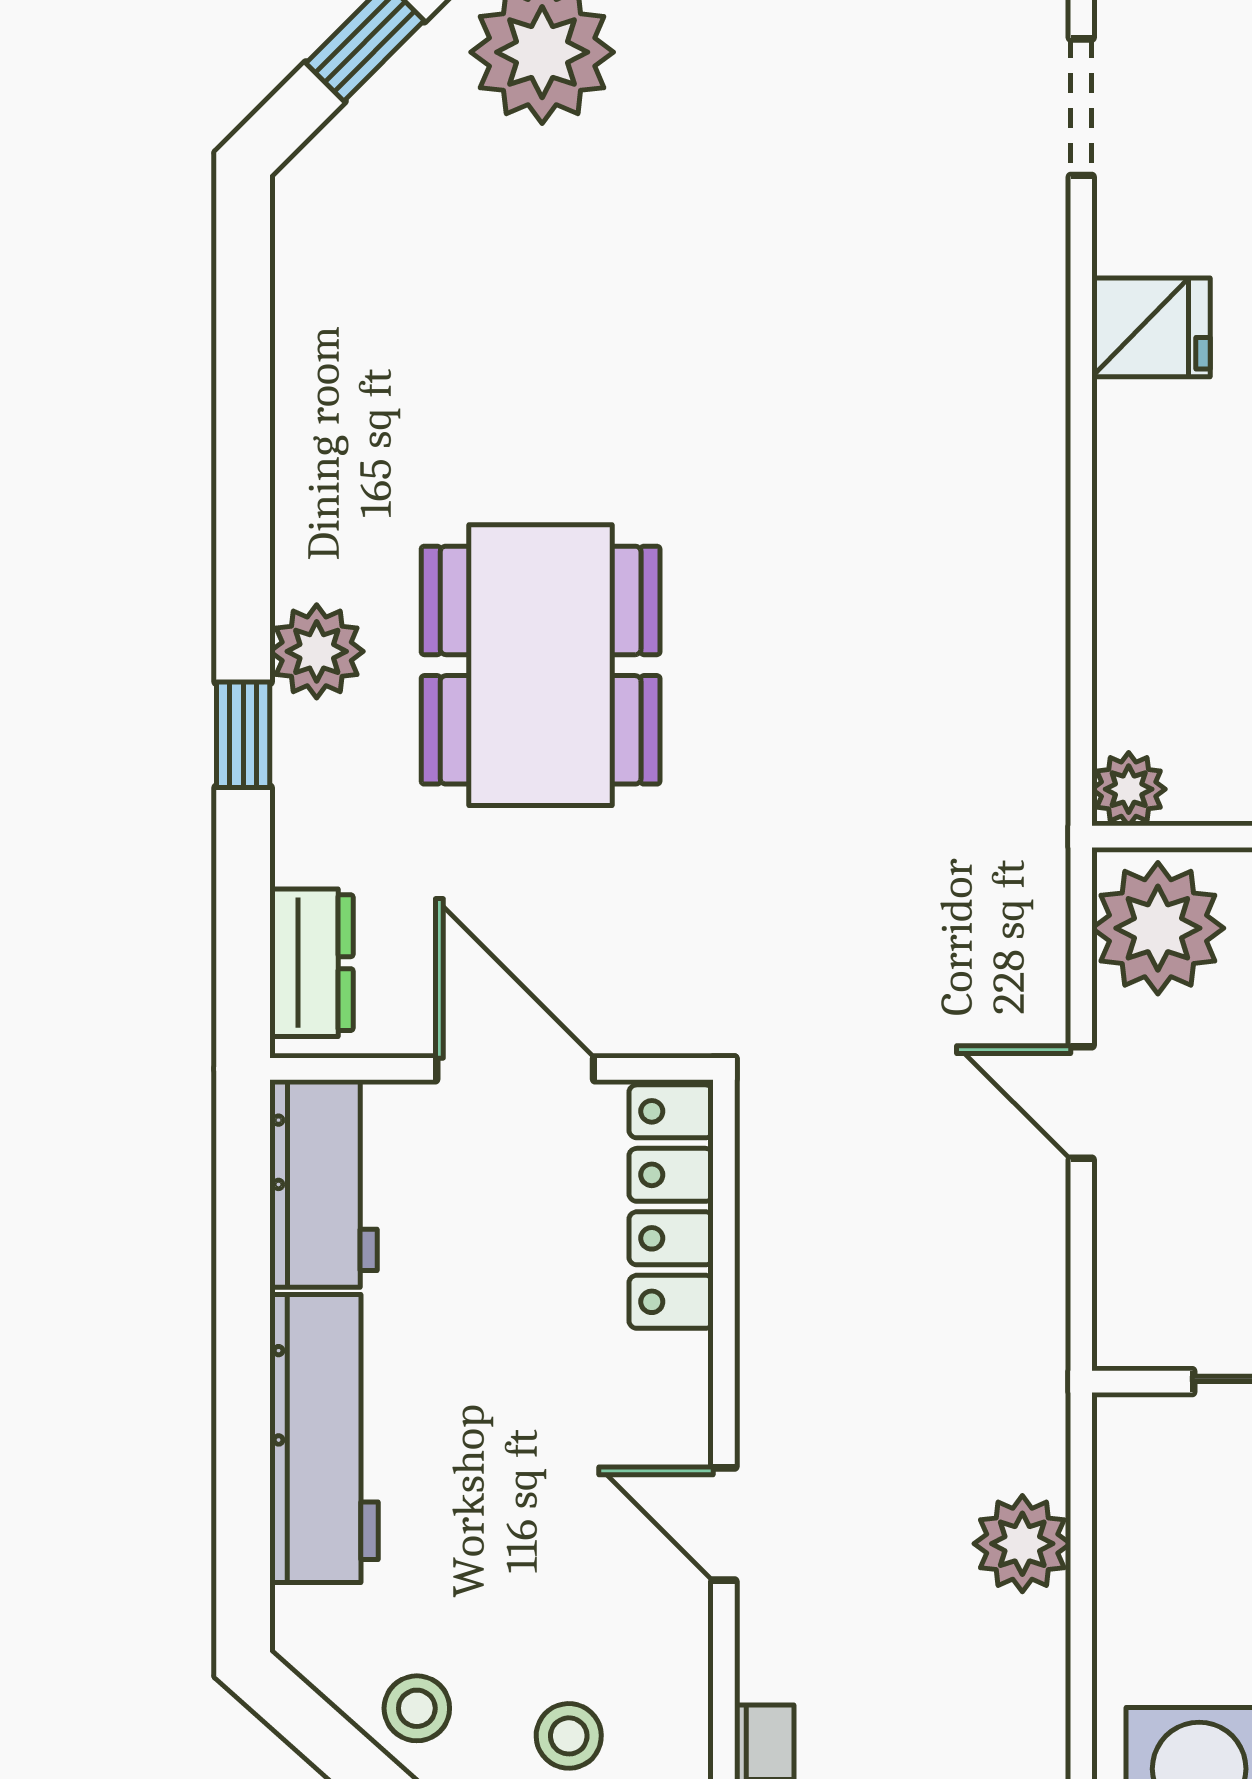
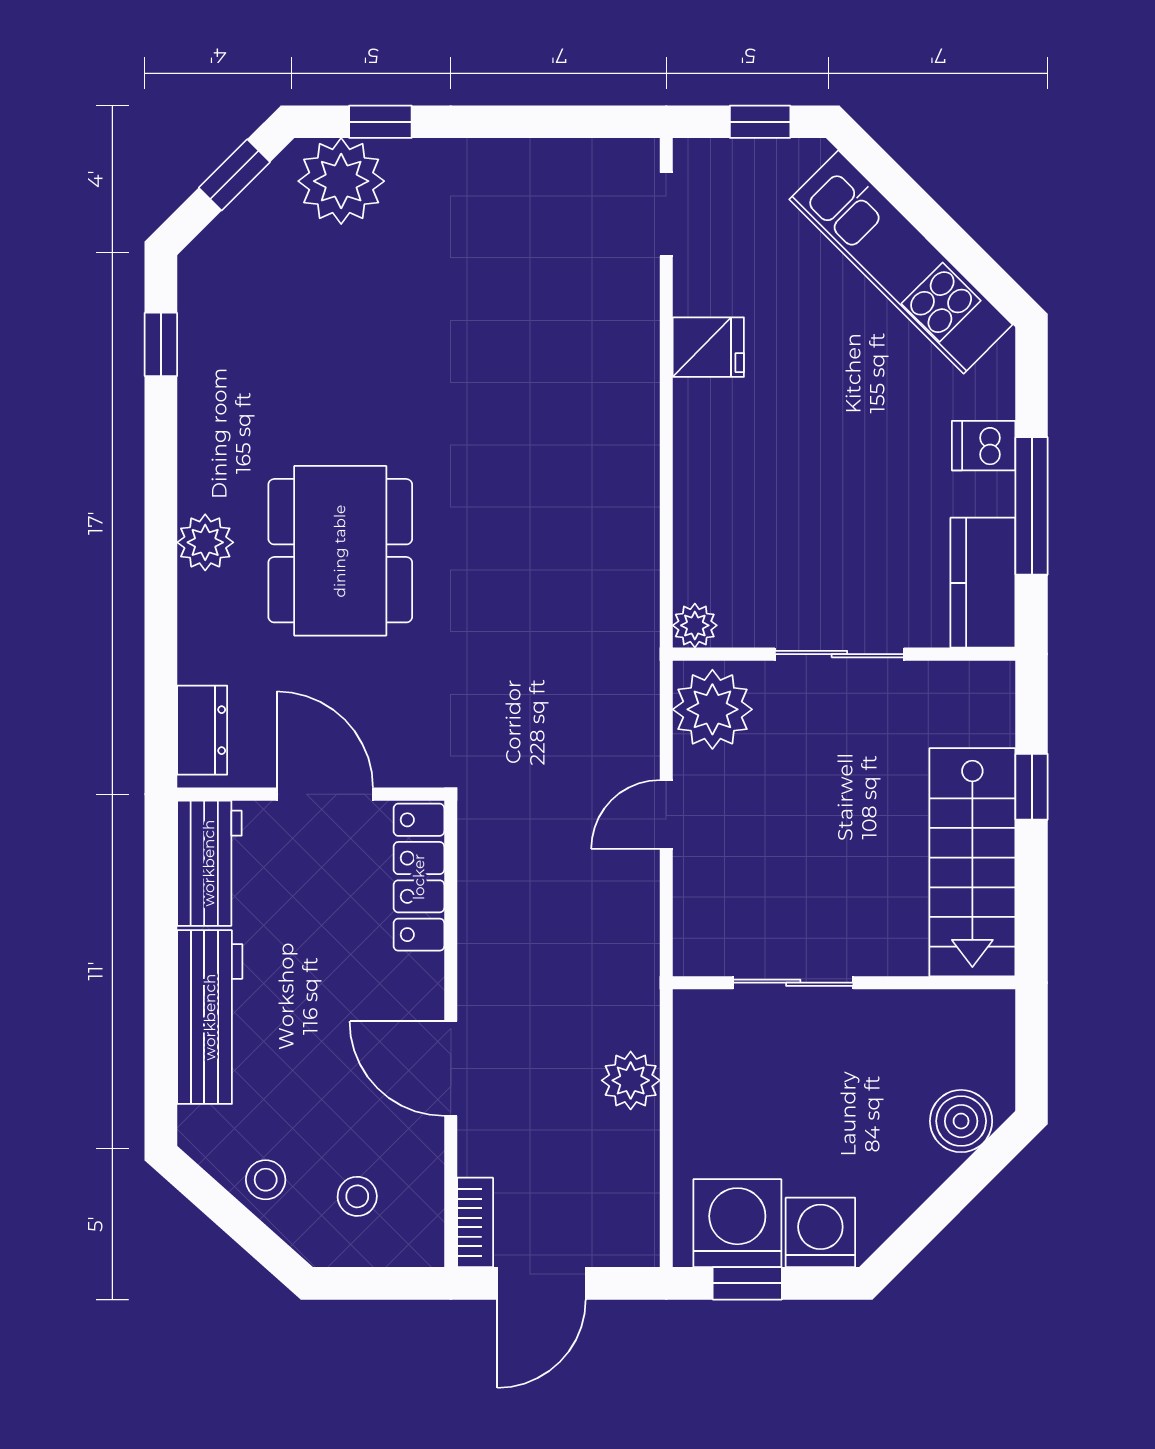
window: (243, 735) -> (161, 344), moved
door: (1081, 1103) -> (666, 814), hinge flipped
door: (724, 1524) -> (451, 1069), width x1.38

